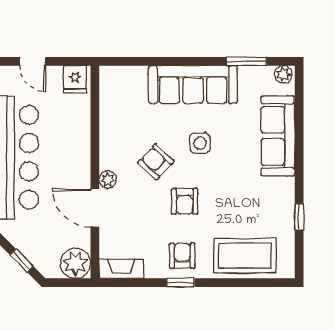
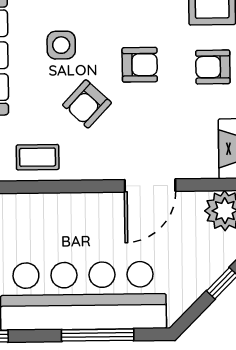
coffee table: (117, 125) -> (38, 157), added
plant: (108, 180) -> (112, 168), removed

